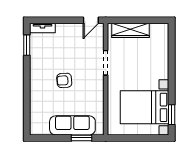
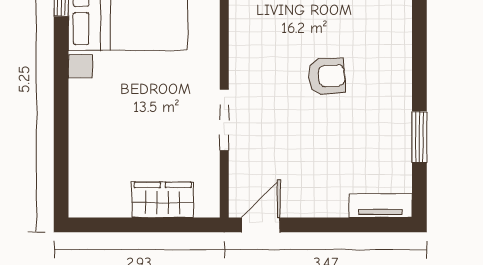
wardrobe: (131, 30) -> (163, 200), width x0.67
window: (27, 45) -> (419, 137), moved

